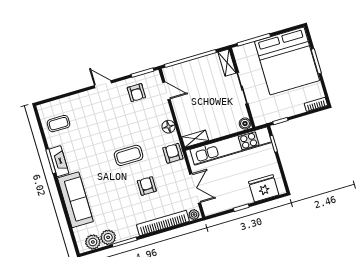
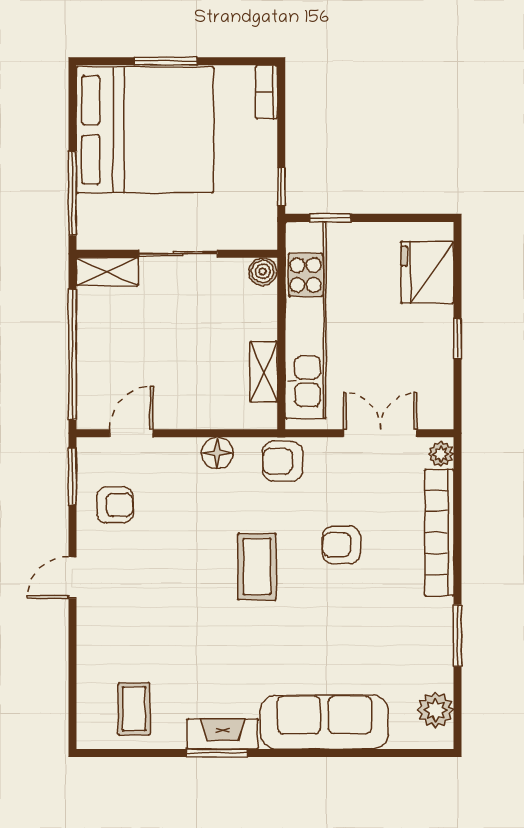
shelving: (195, 139) -> (264, 372), moved
plant: (108, 237) -> (435, 671), removed

